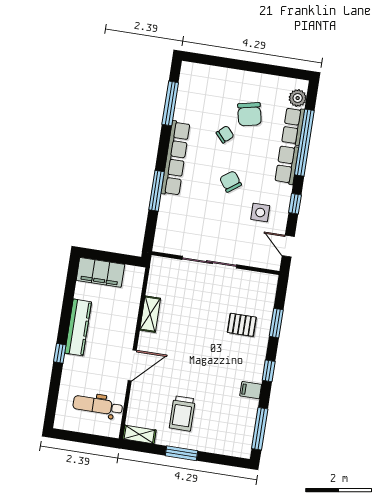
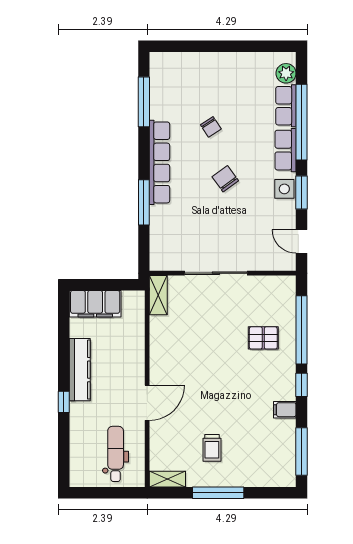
chair: (249, 114) -> (235, 100), removed
chair: (225, 134) -> (211, 127), turned 99
window: (295, 204) -> (302, 193), width x1.50
side table: (260, 212) -> (284, 189), moved
shelving: (150, 314) -> (158, 295), moved
window: (276, 323) -> (302, 330), width x2.11
dental chair: (98, 406) -> (116, 454), turned 90
trolley: (182, 413) -> (212, 448), width x0.73, depth x0.72
window: (182, 453) -> (218, 493), width x1.44

